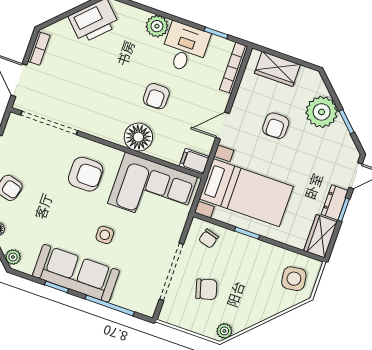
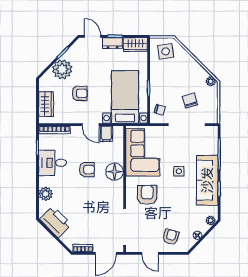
plant: (157, 26) -> (46, 194), moved
filing cabinet: (194, 161) -> (106, 134), moved

